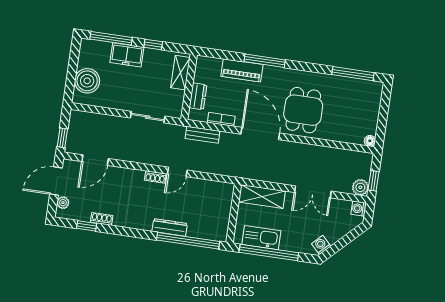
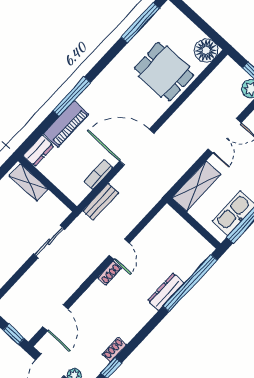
dresser: (198, 96) -> (39, 151), moved, turned 90
dining table: (303, 110) -> (164, 72), moved
floor lamp: (370, 141) -> (206, 50), width x1.89, depth x1.89

